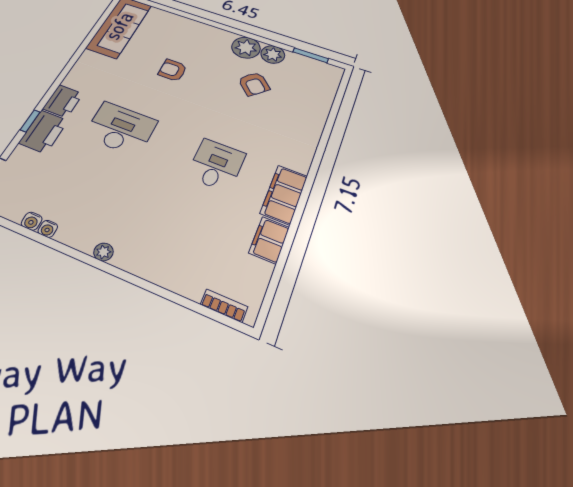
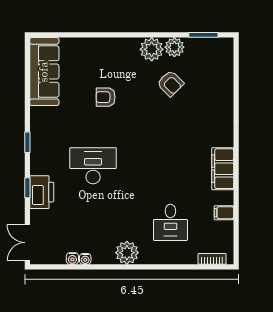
window: (60, 79) -> (27, 142), added
printer: (63, 101) -> (41, 161), removed
desk: (216, 165) -> (170, 222), moved, turned 180
filing cabinet: (269, 240) -> (224, 213), width x0.50
plant: (103, 252) -> (127, 253), width x1.88, depth x1.88

